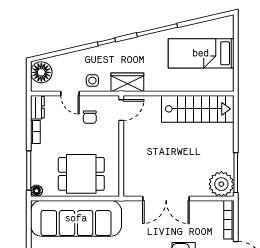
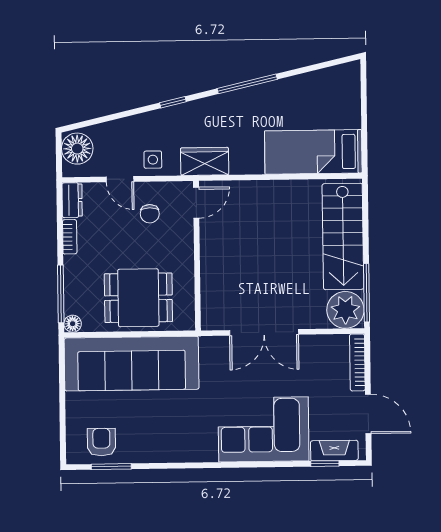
bed: (201, 53) -> (313, 152), moved
stairs: (198, 109) -> (343, 236), moved, turned 90

